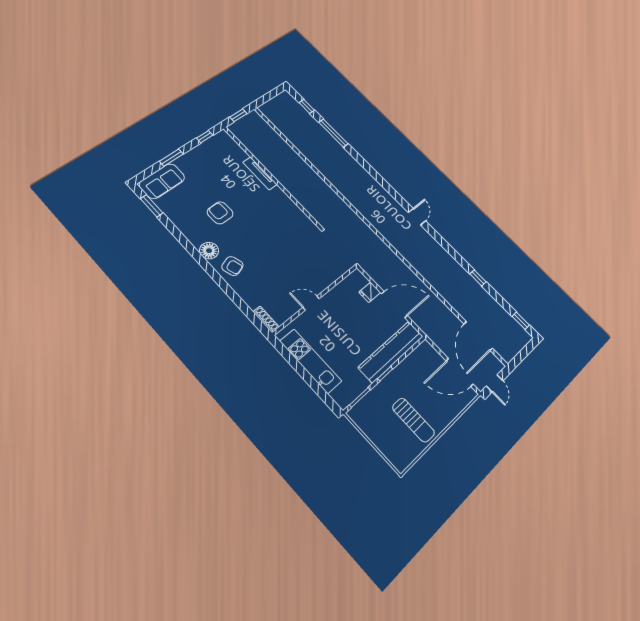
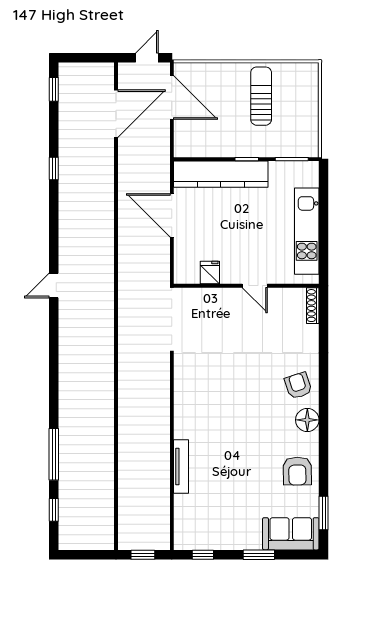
armchair: (220, 213) -> (297, 471), moved
fridge: (370, 292) -> (210, 272), moved, turned -90

